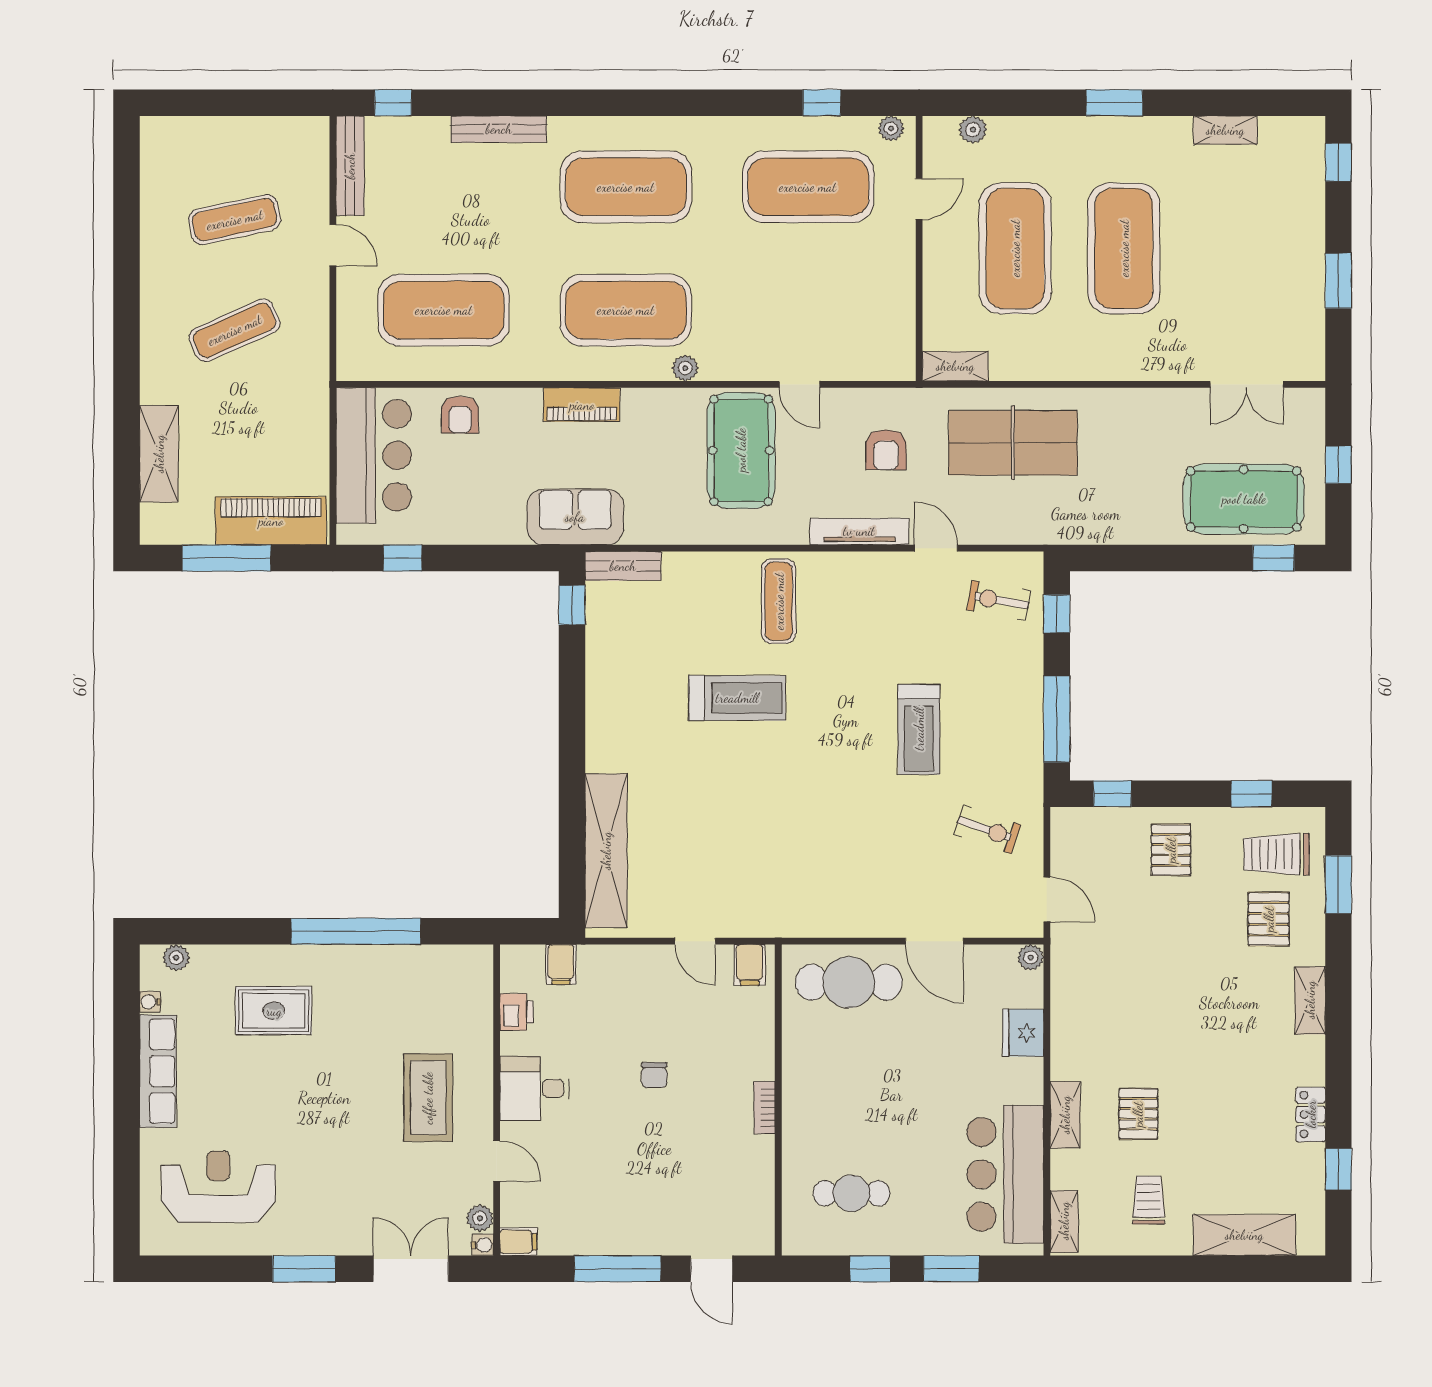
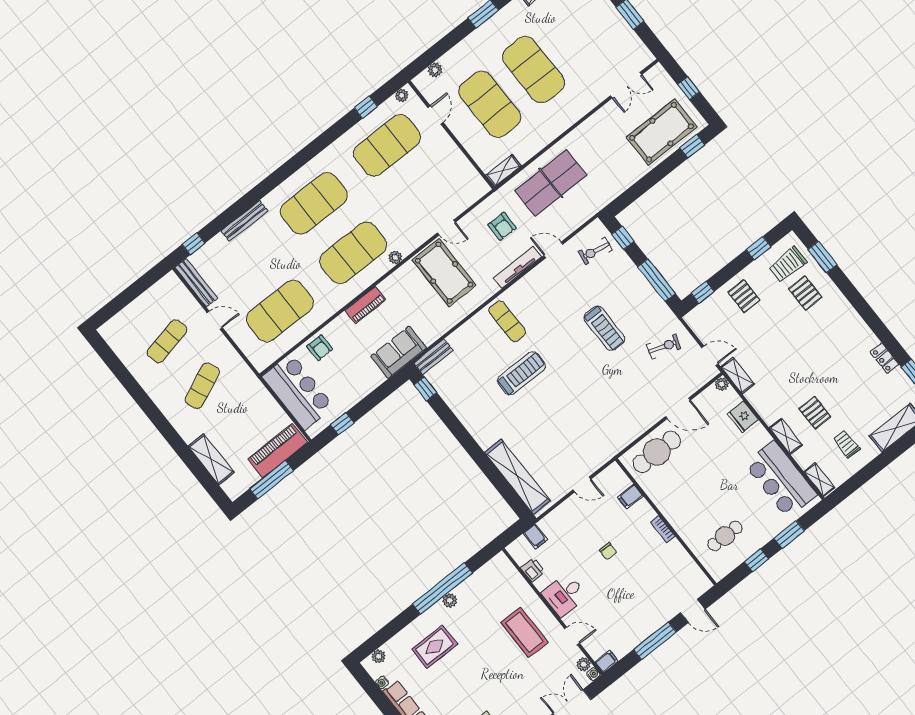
plant: (353, 958) -> (450, 600), added
filing cabinet: (750, 965) -> (630, 496), moved, turned 90
shelving: (1310, 1000) -> (738, 376), moved

